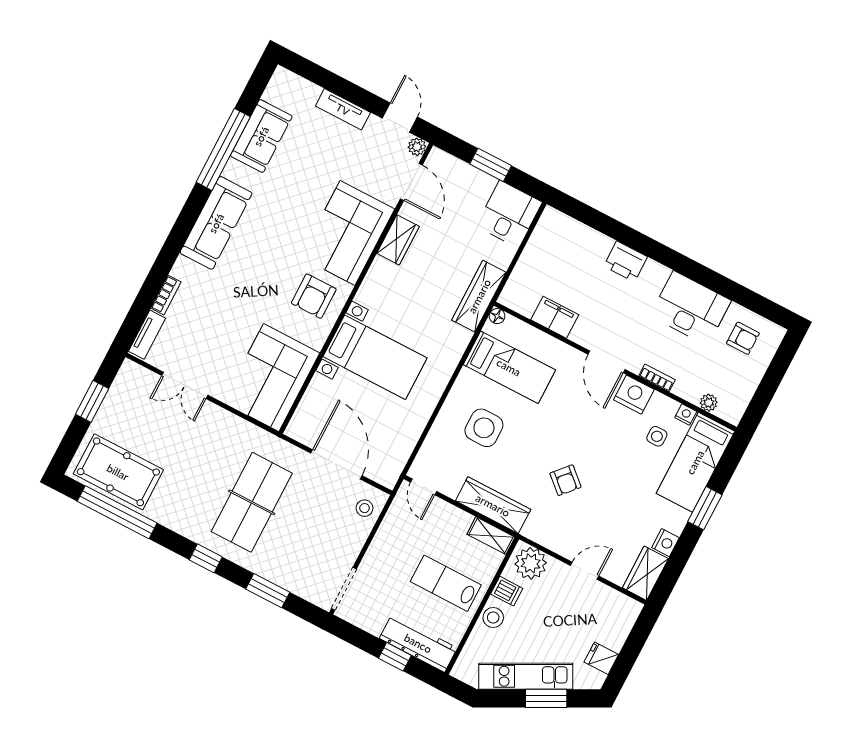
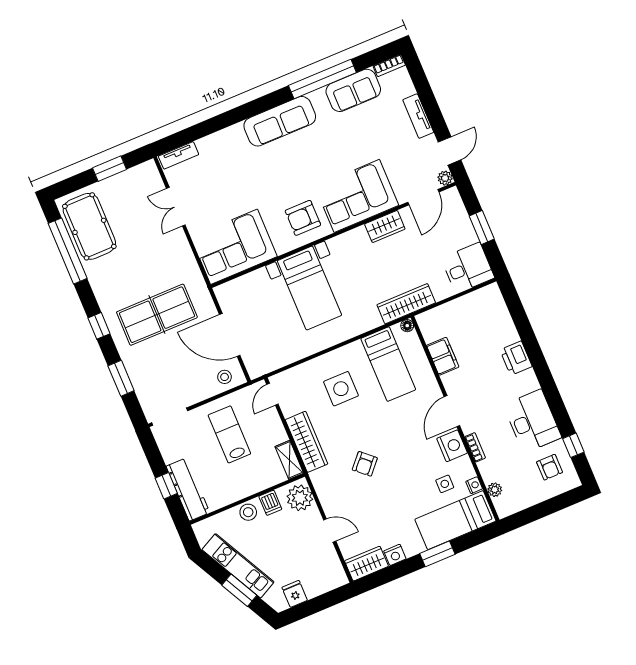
bookcase: (166, 295) -> (389, 66), moved
window: (748, 299) -> (573, 445), added
door: (336, 464) -> (230, 335), swing flipped
lab bench: (446, 583) -> (229, 434), moved

